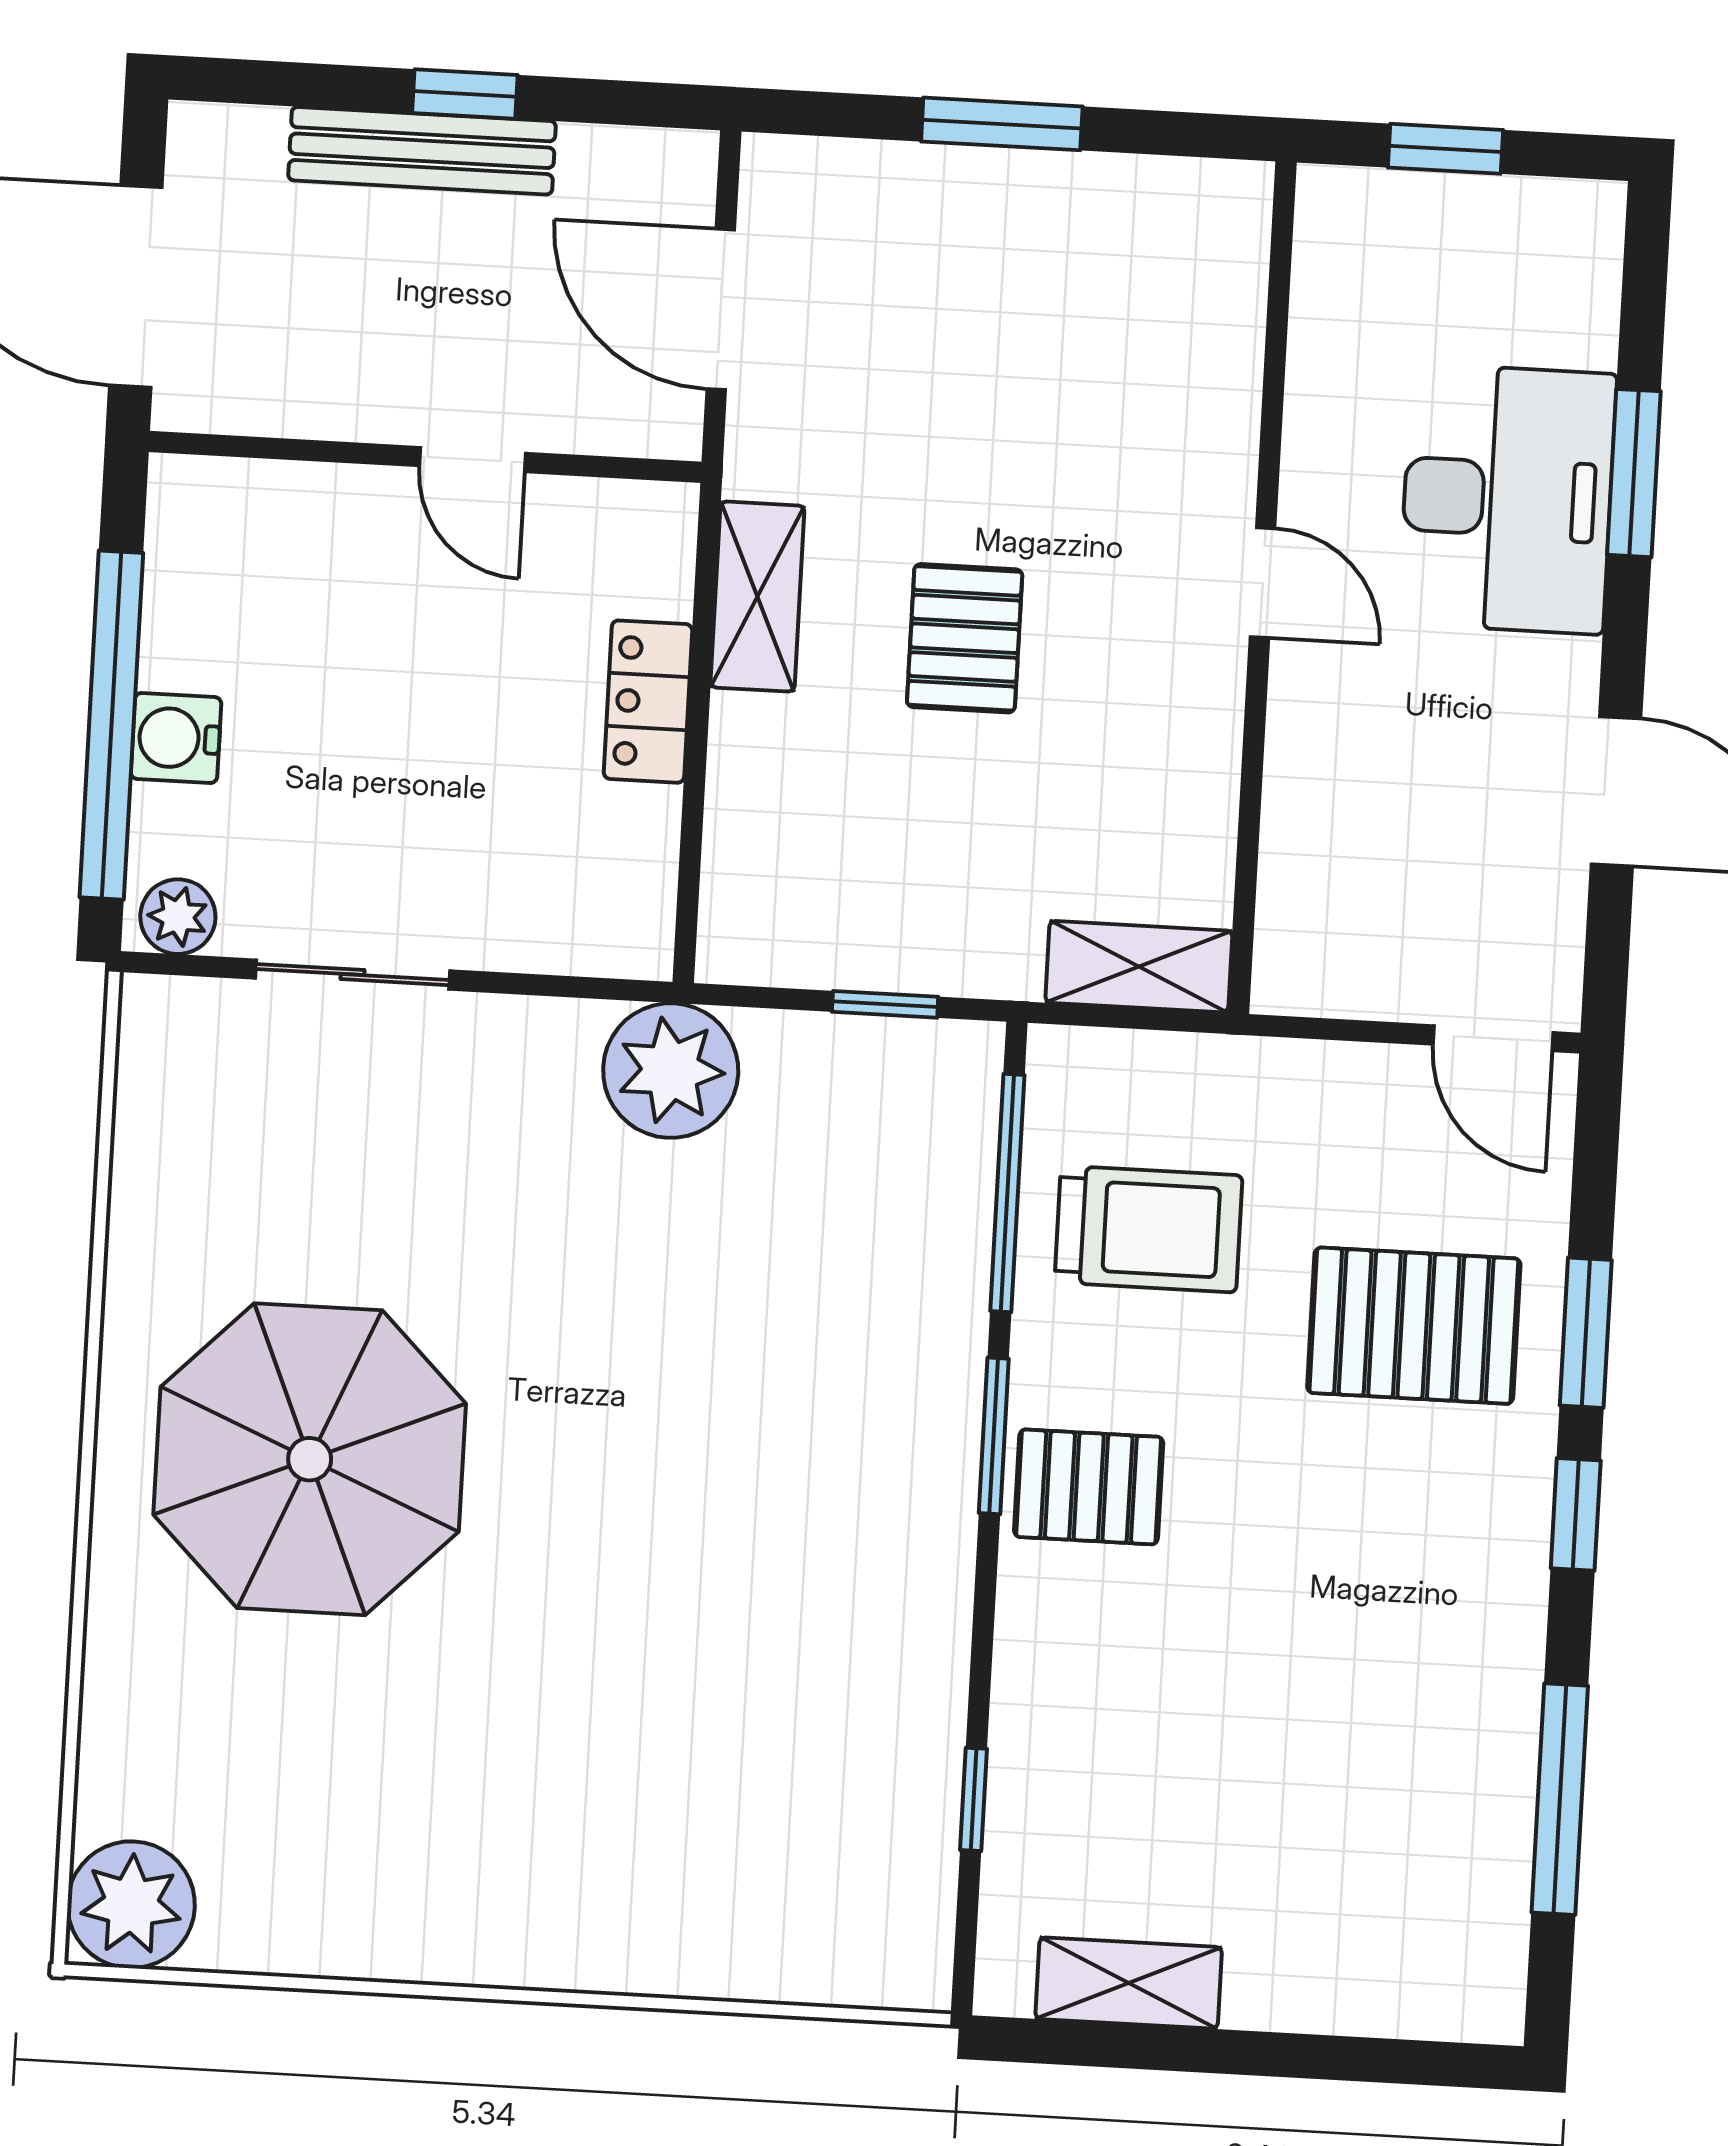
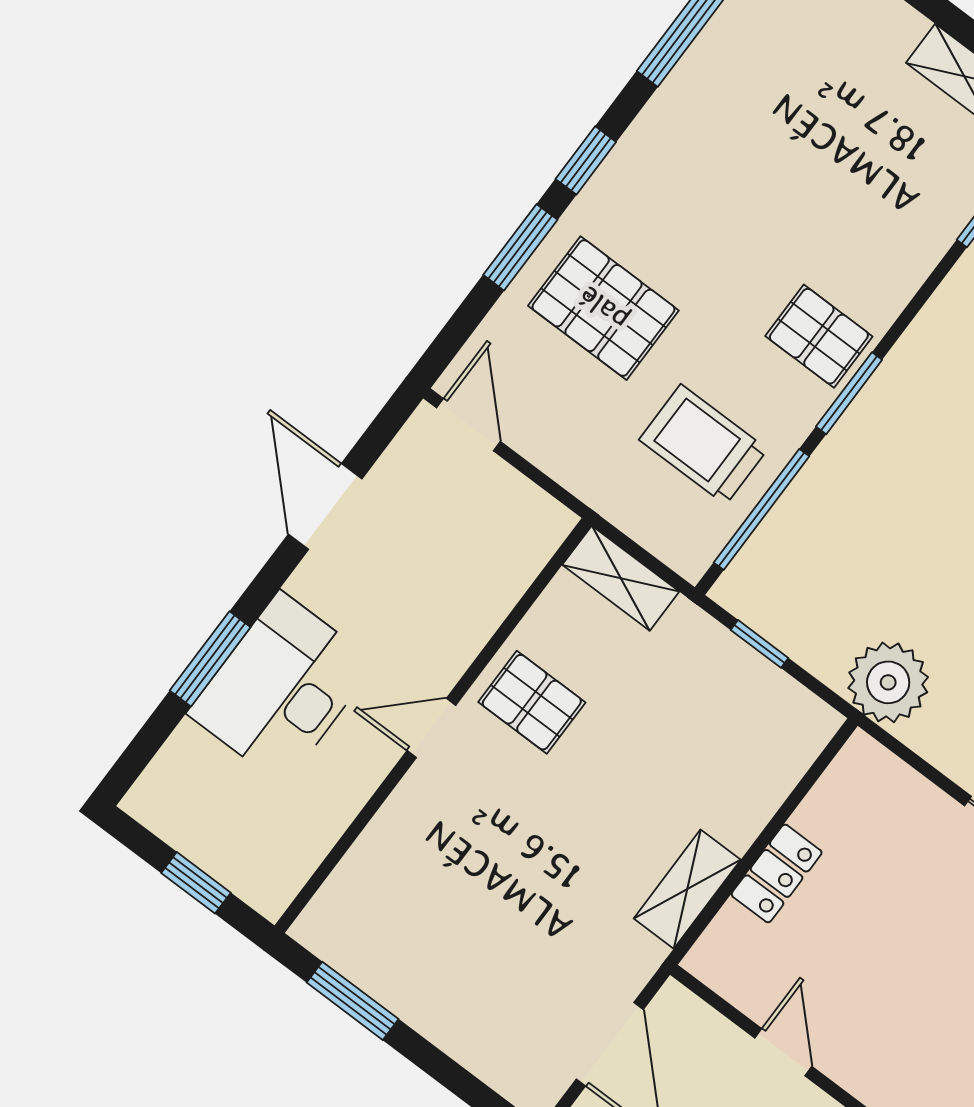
window: (1002, 124) -> (353, 1001), moved
door: (1263, 583) -> (431, 728), hinge flipped
pallet: (965, 638) -> (532, 702), moved, turned 90

